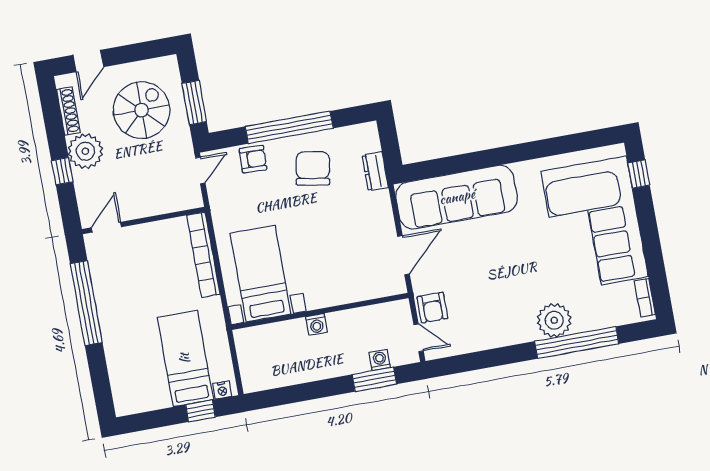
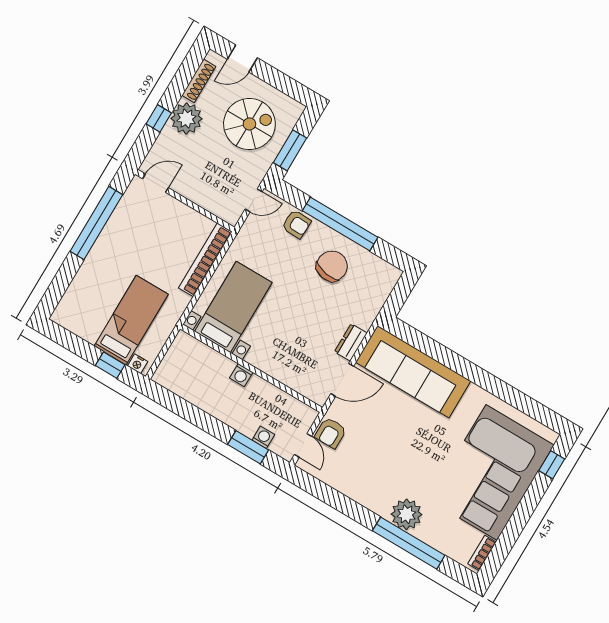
dresser: (375, 171) -> (351, 342), moved

